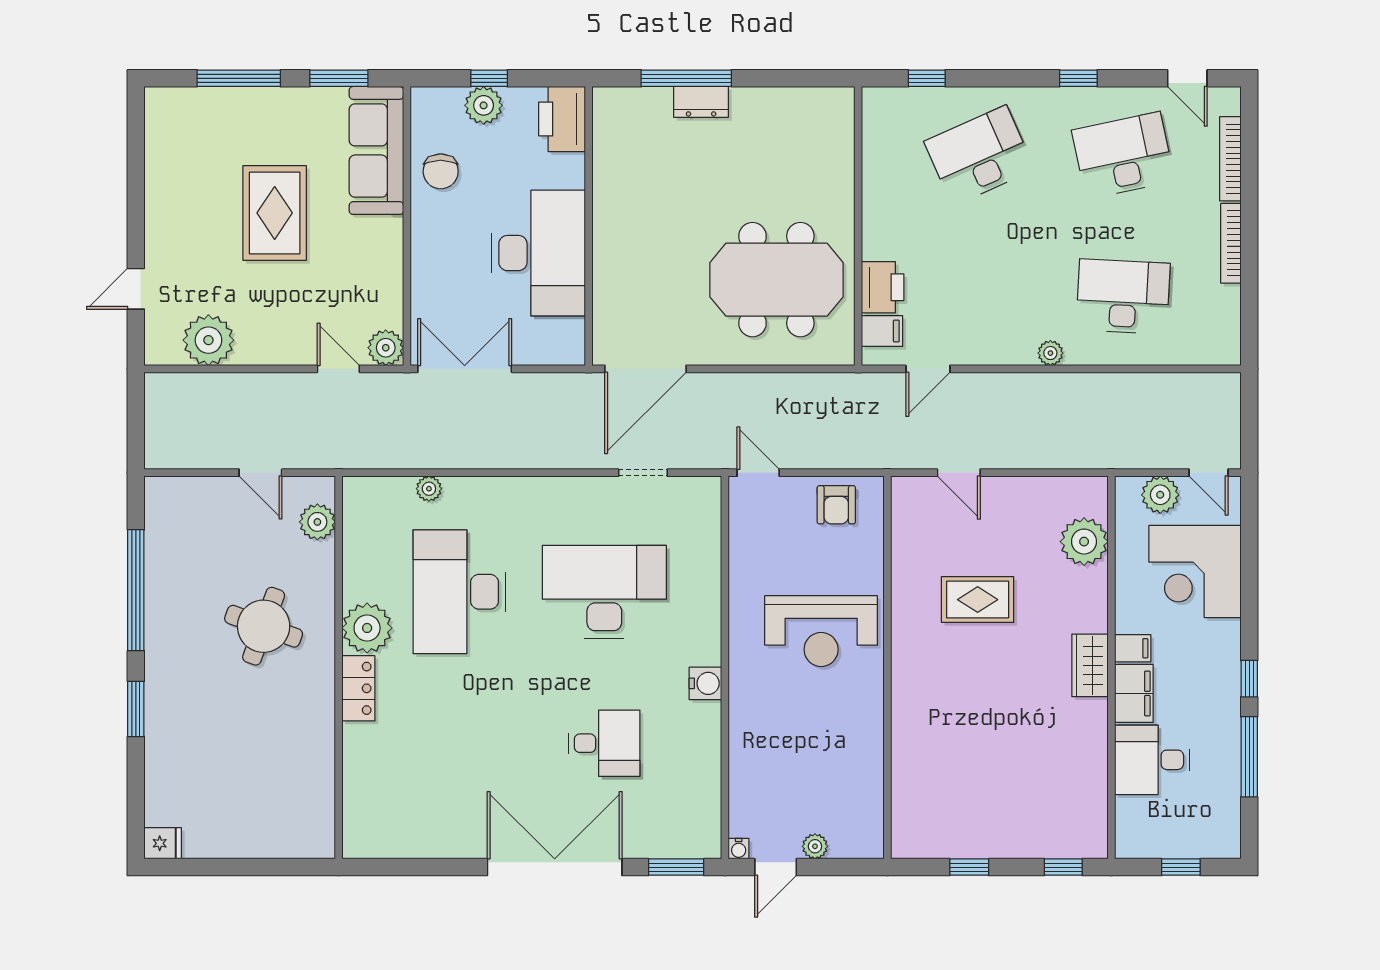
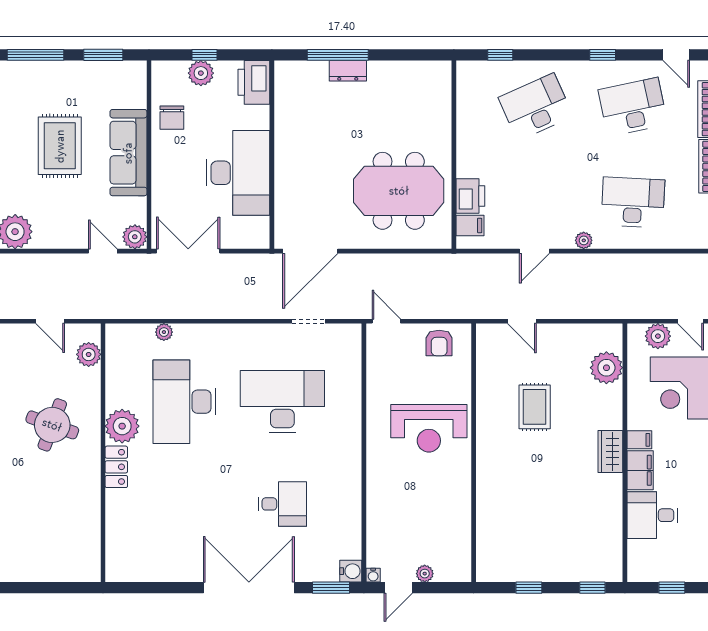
sofa: (376, 150) -> (128, 153), moved
door: (928, 369) -> (534, 251), moved
rug: (978, 600) -> (535, 407), turned 90
water cooler: (705, 683) -> (351, 571), moved

